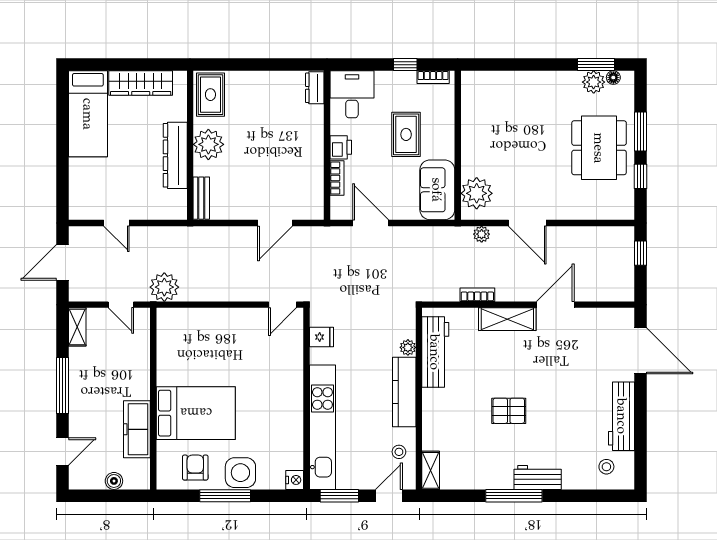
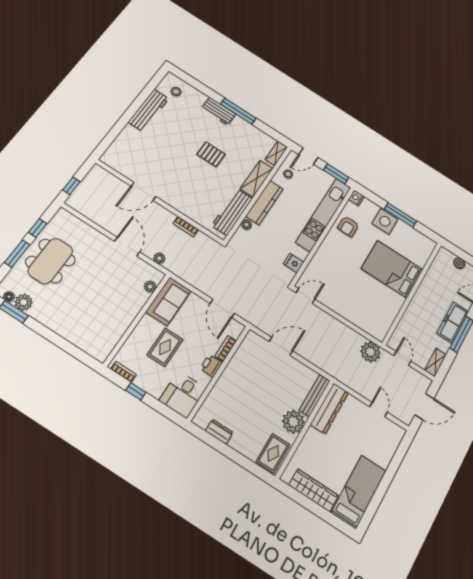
dresser: (315, 88) -> (219, 432), moved, turned -90
dresser: (175, 155) -> (329, 409), moved
plant: (477, 193) -> (150, 287), width x0.53, depth x0.53
bench: (201, 198) -> (315, 396), width x1.36
shelving: (507, 319) -> (257, 179), moved, turned 90
door: (641, 351) -> (112, 135), removed
freezer: (137, 429) -> (453, 322), moved, turned 180
armchair: (195, 468) -> (348, 226), moved

